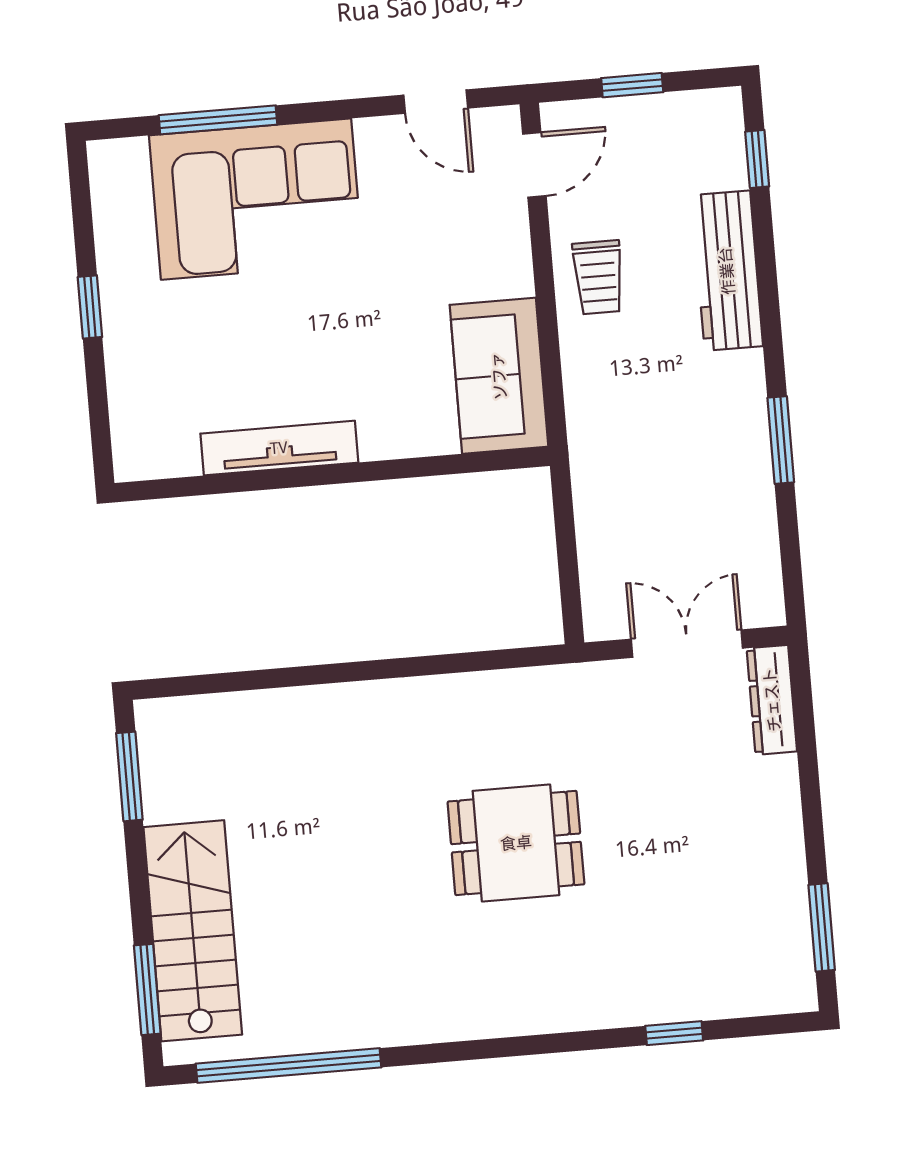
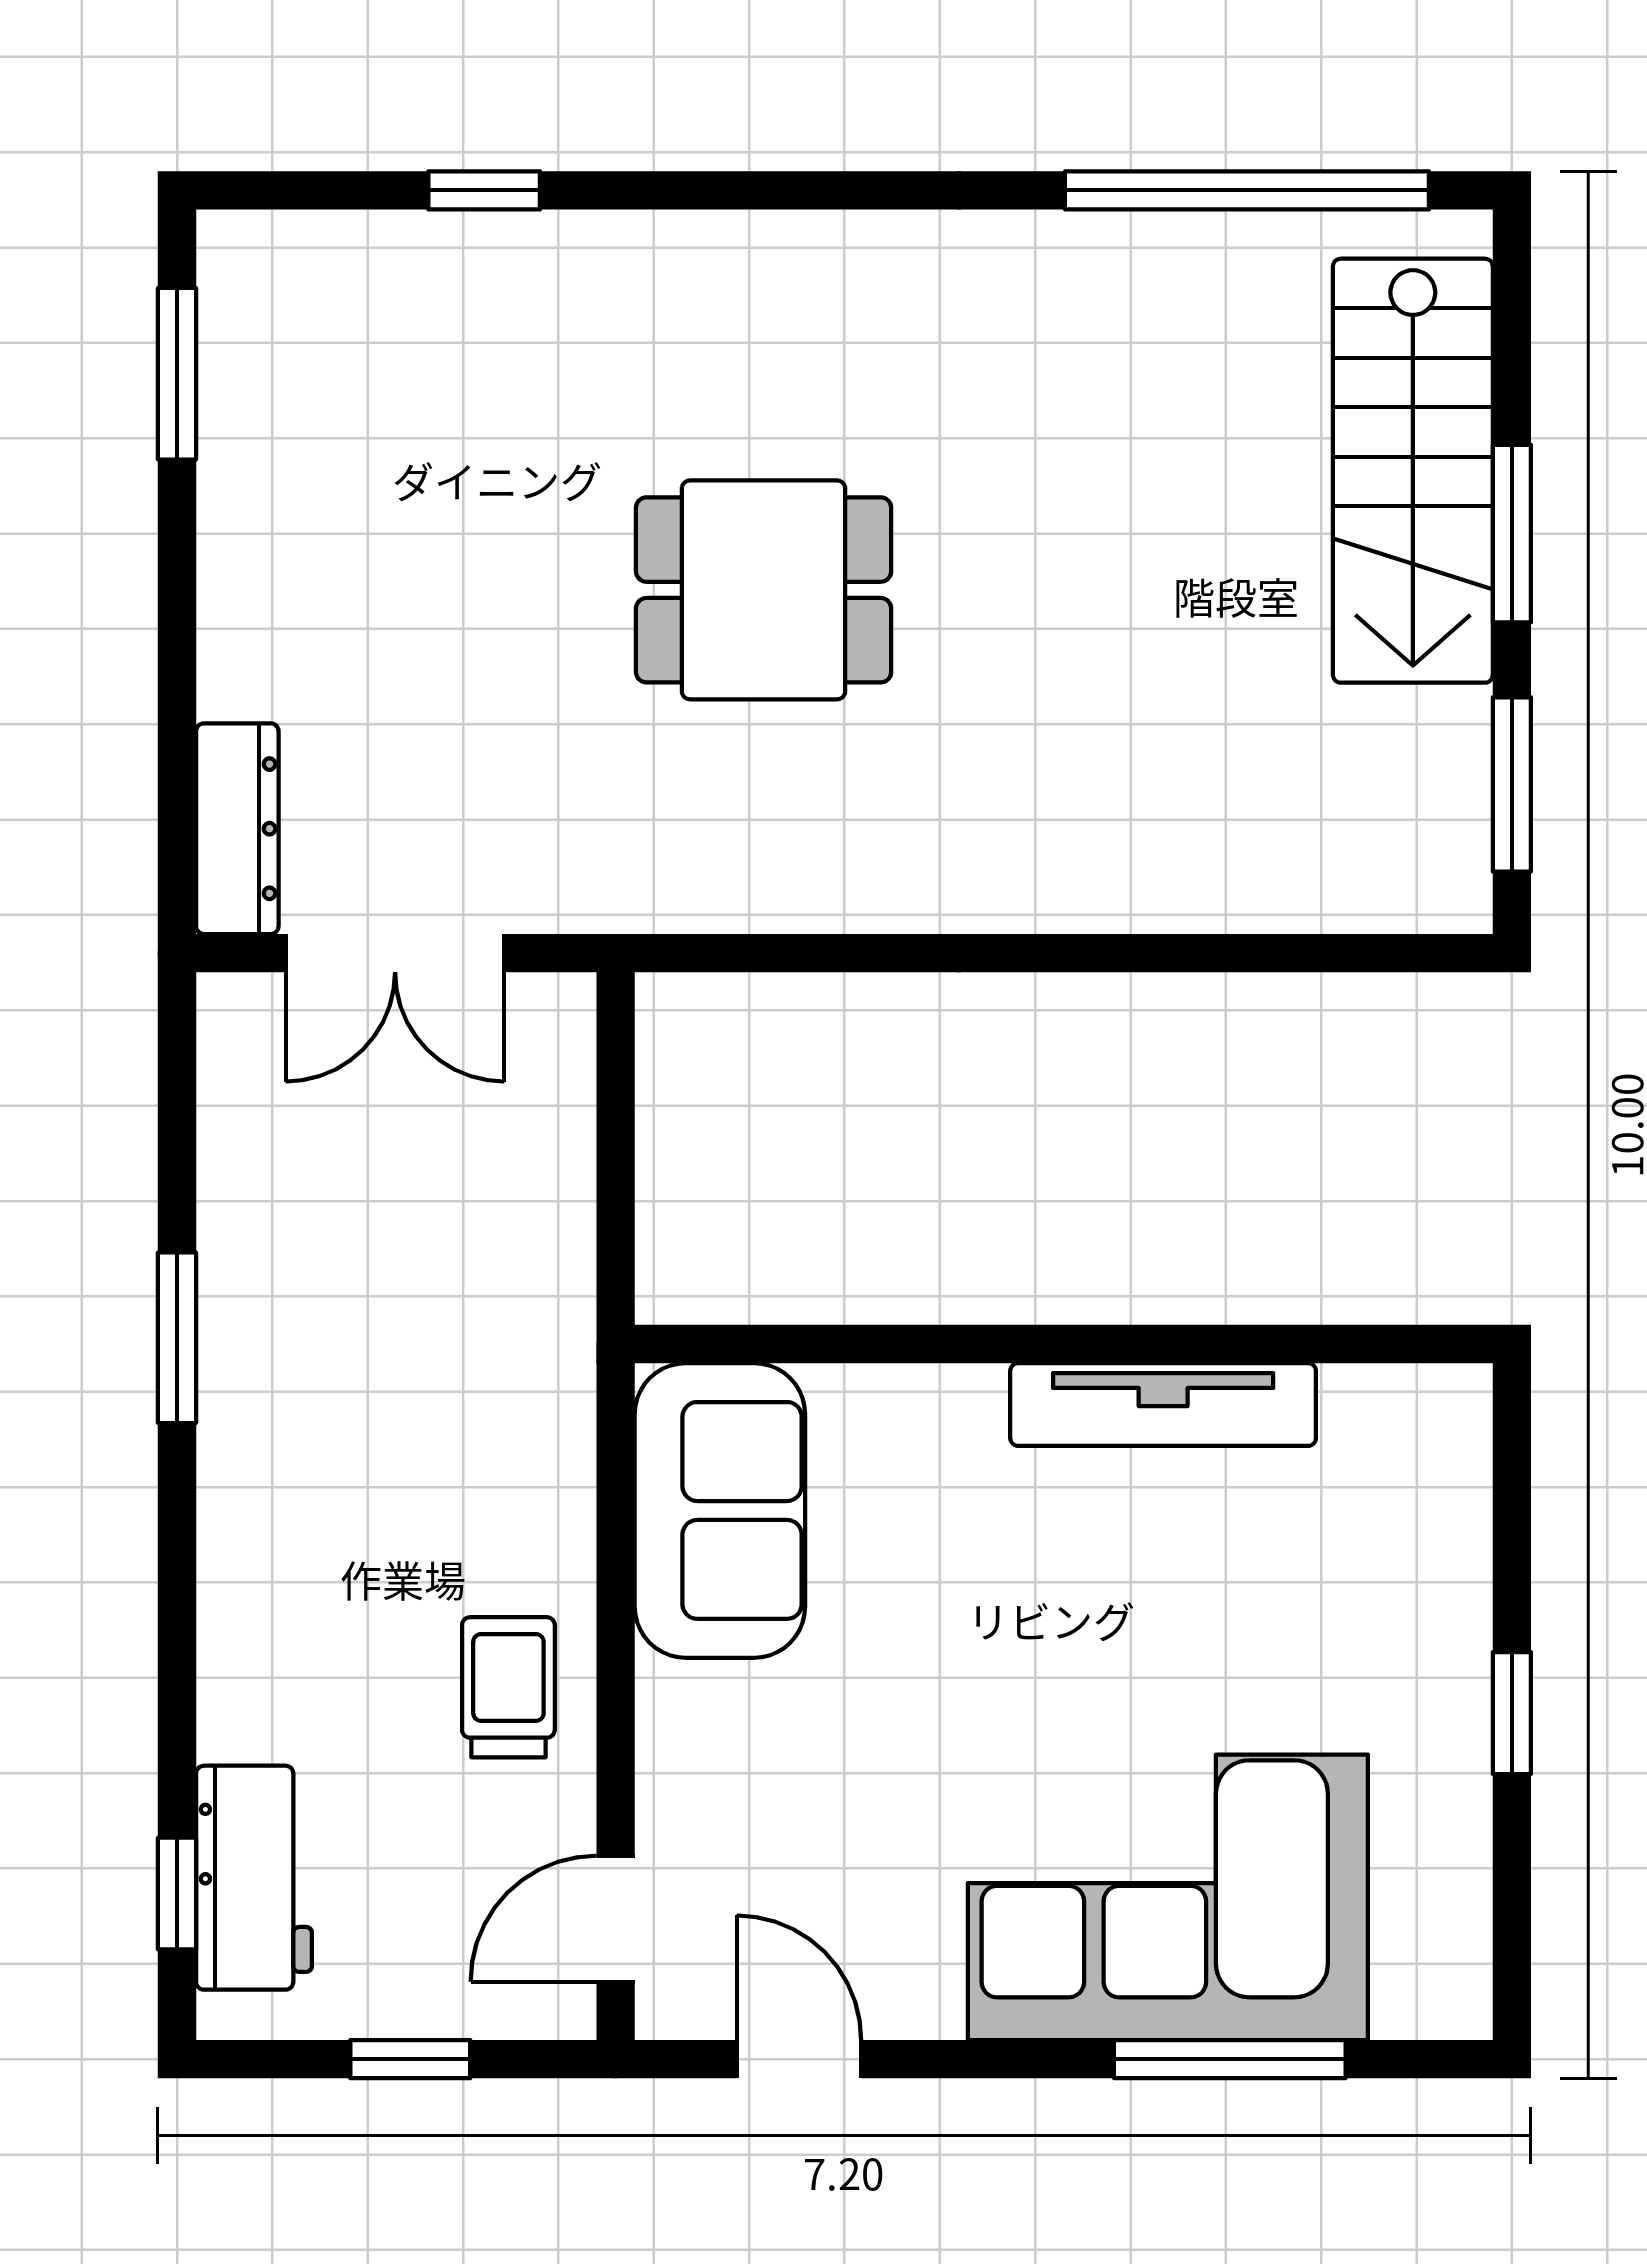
workbench: (727, 271) -> (254, 1878), moved, width x0.73
window: (147, 989) -> (1512, 534), moved

